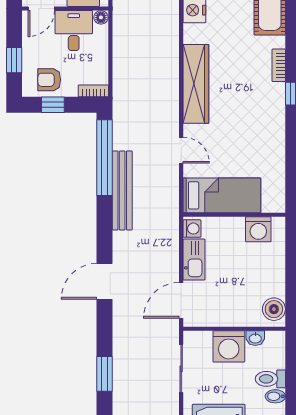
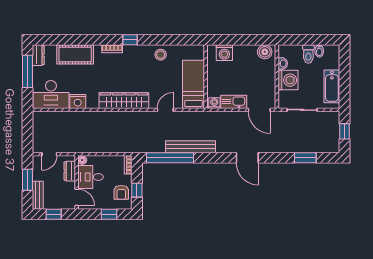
stool: (269, 143) -> (161, 55), added
washing machine: (258, 229) -> (224, 53), moved, turned 90

